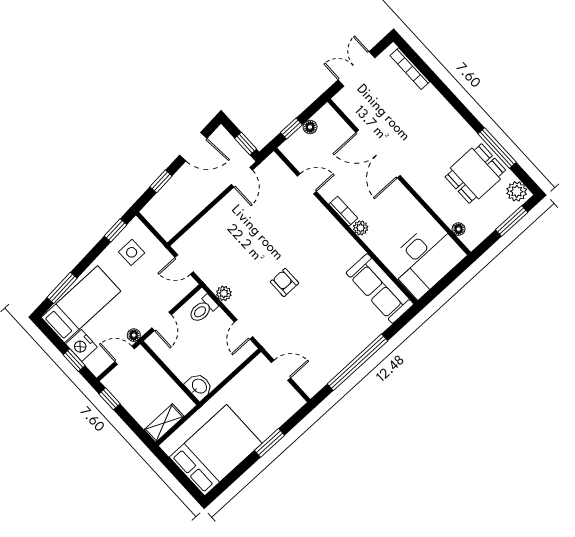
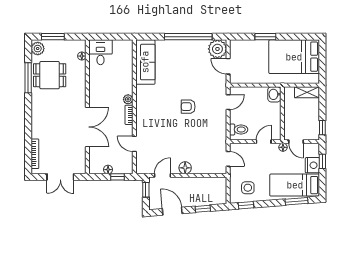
floor lamp: (224, 209) -> (185, 168), added
desk: (426, 259) -> (100, 52), width x0.53, depth x0.77
armchair: (284, 282) -> (188, 107), turned 90
plant: (224, 293) -> (217, 49), moved, width x1.88, depth x1.88

